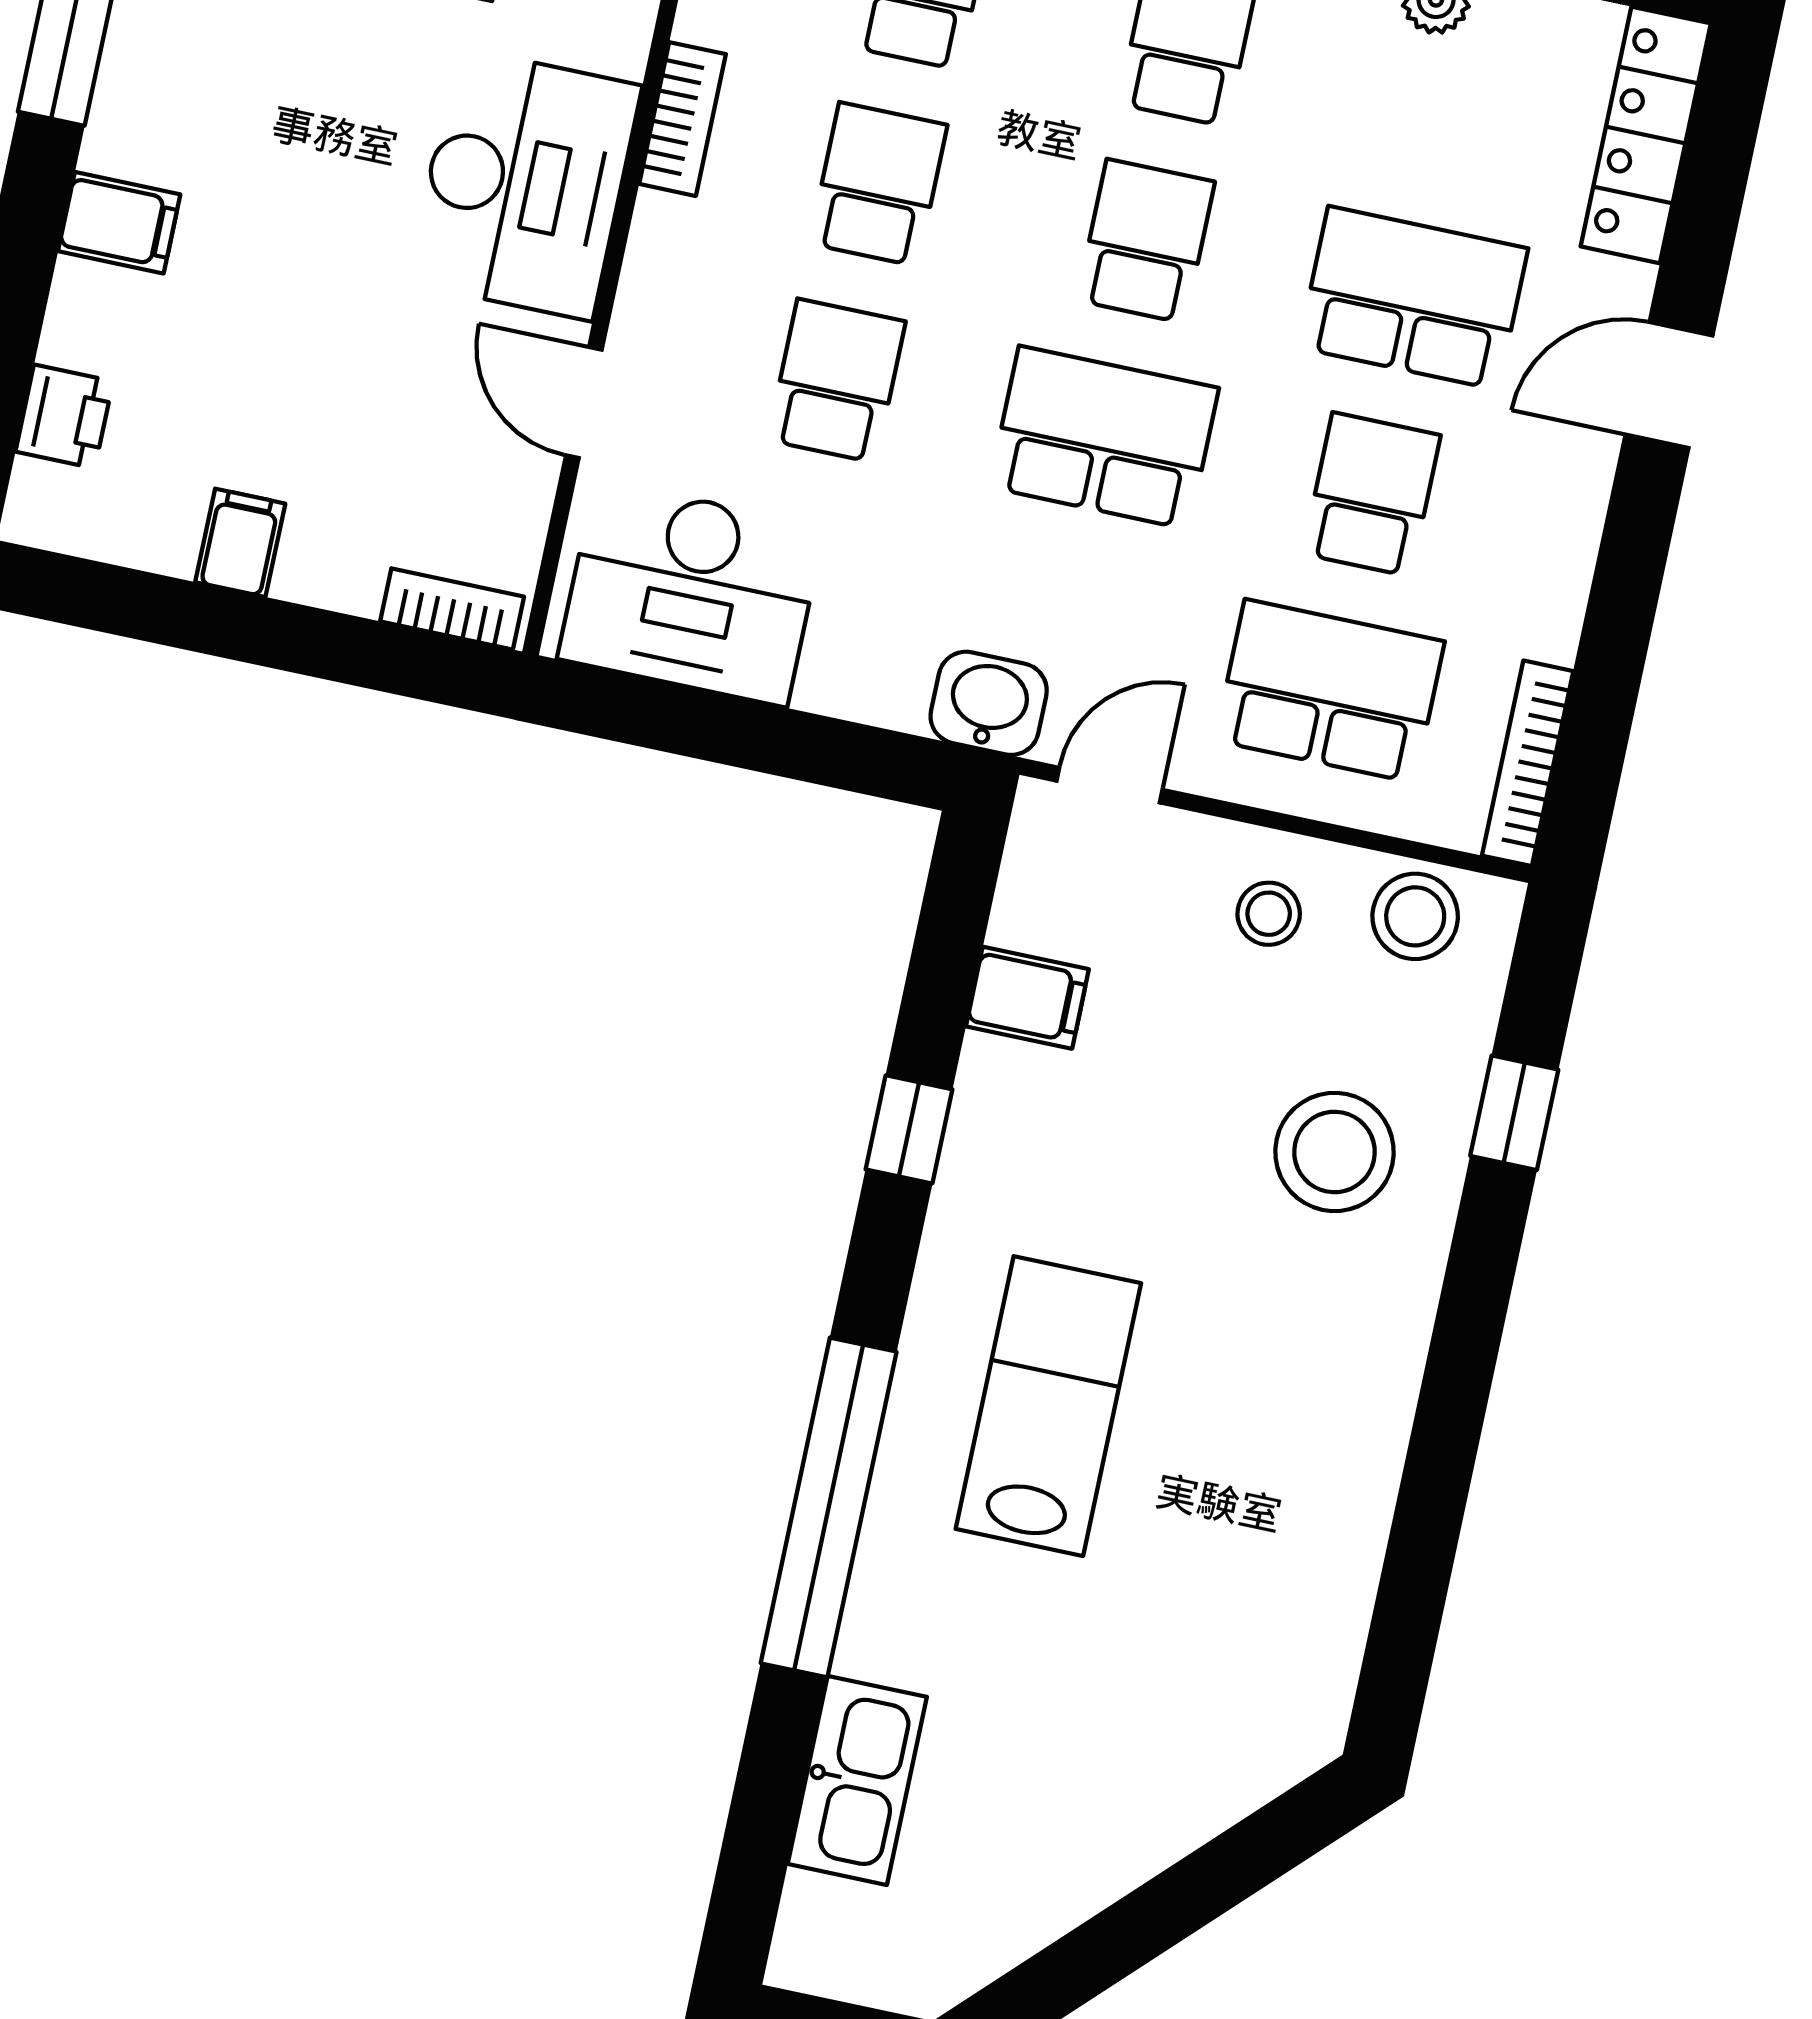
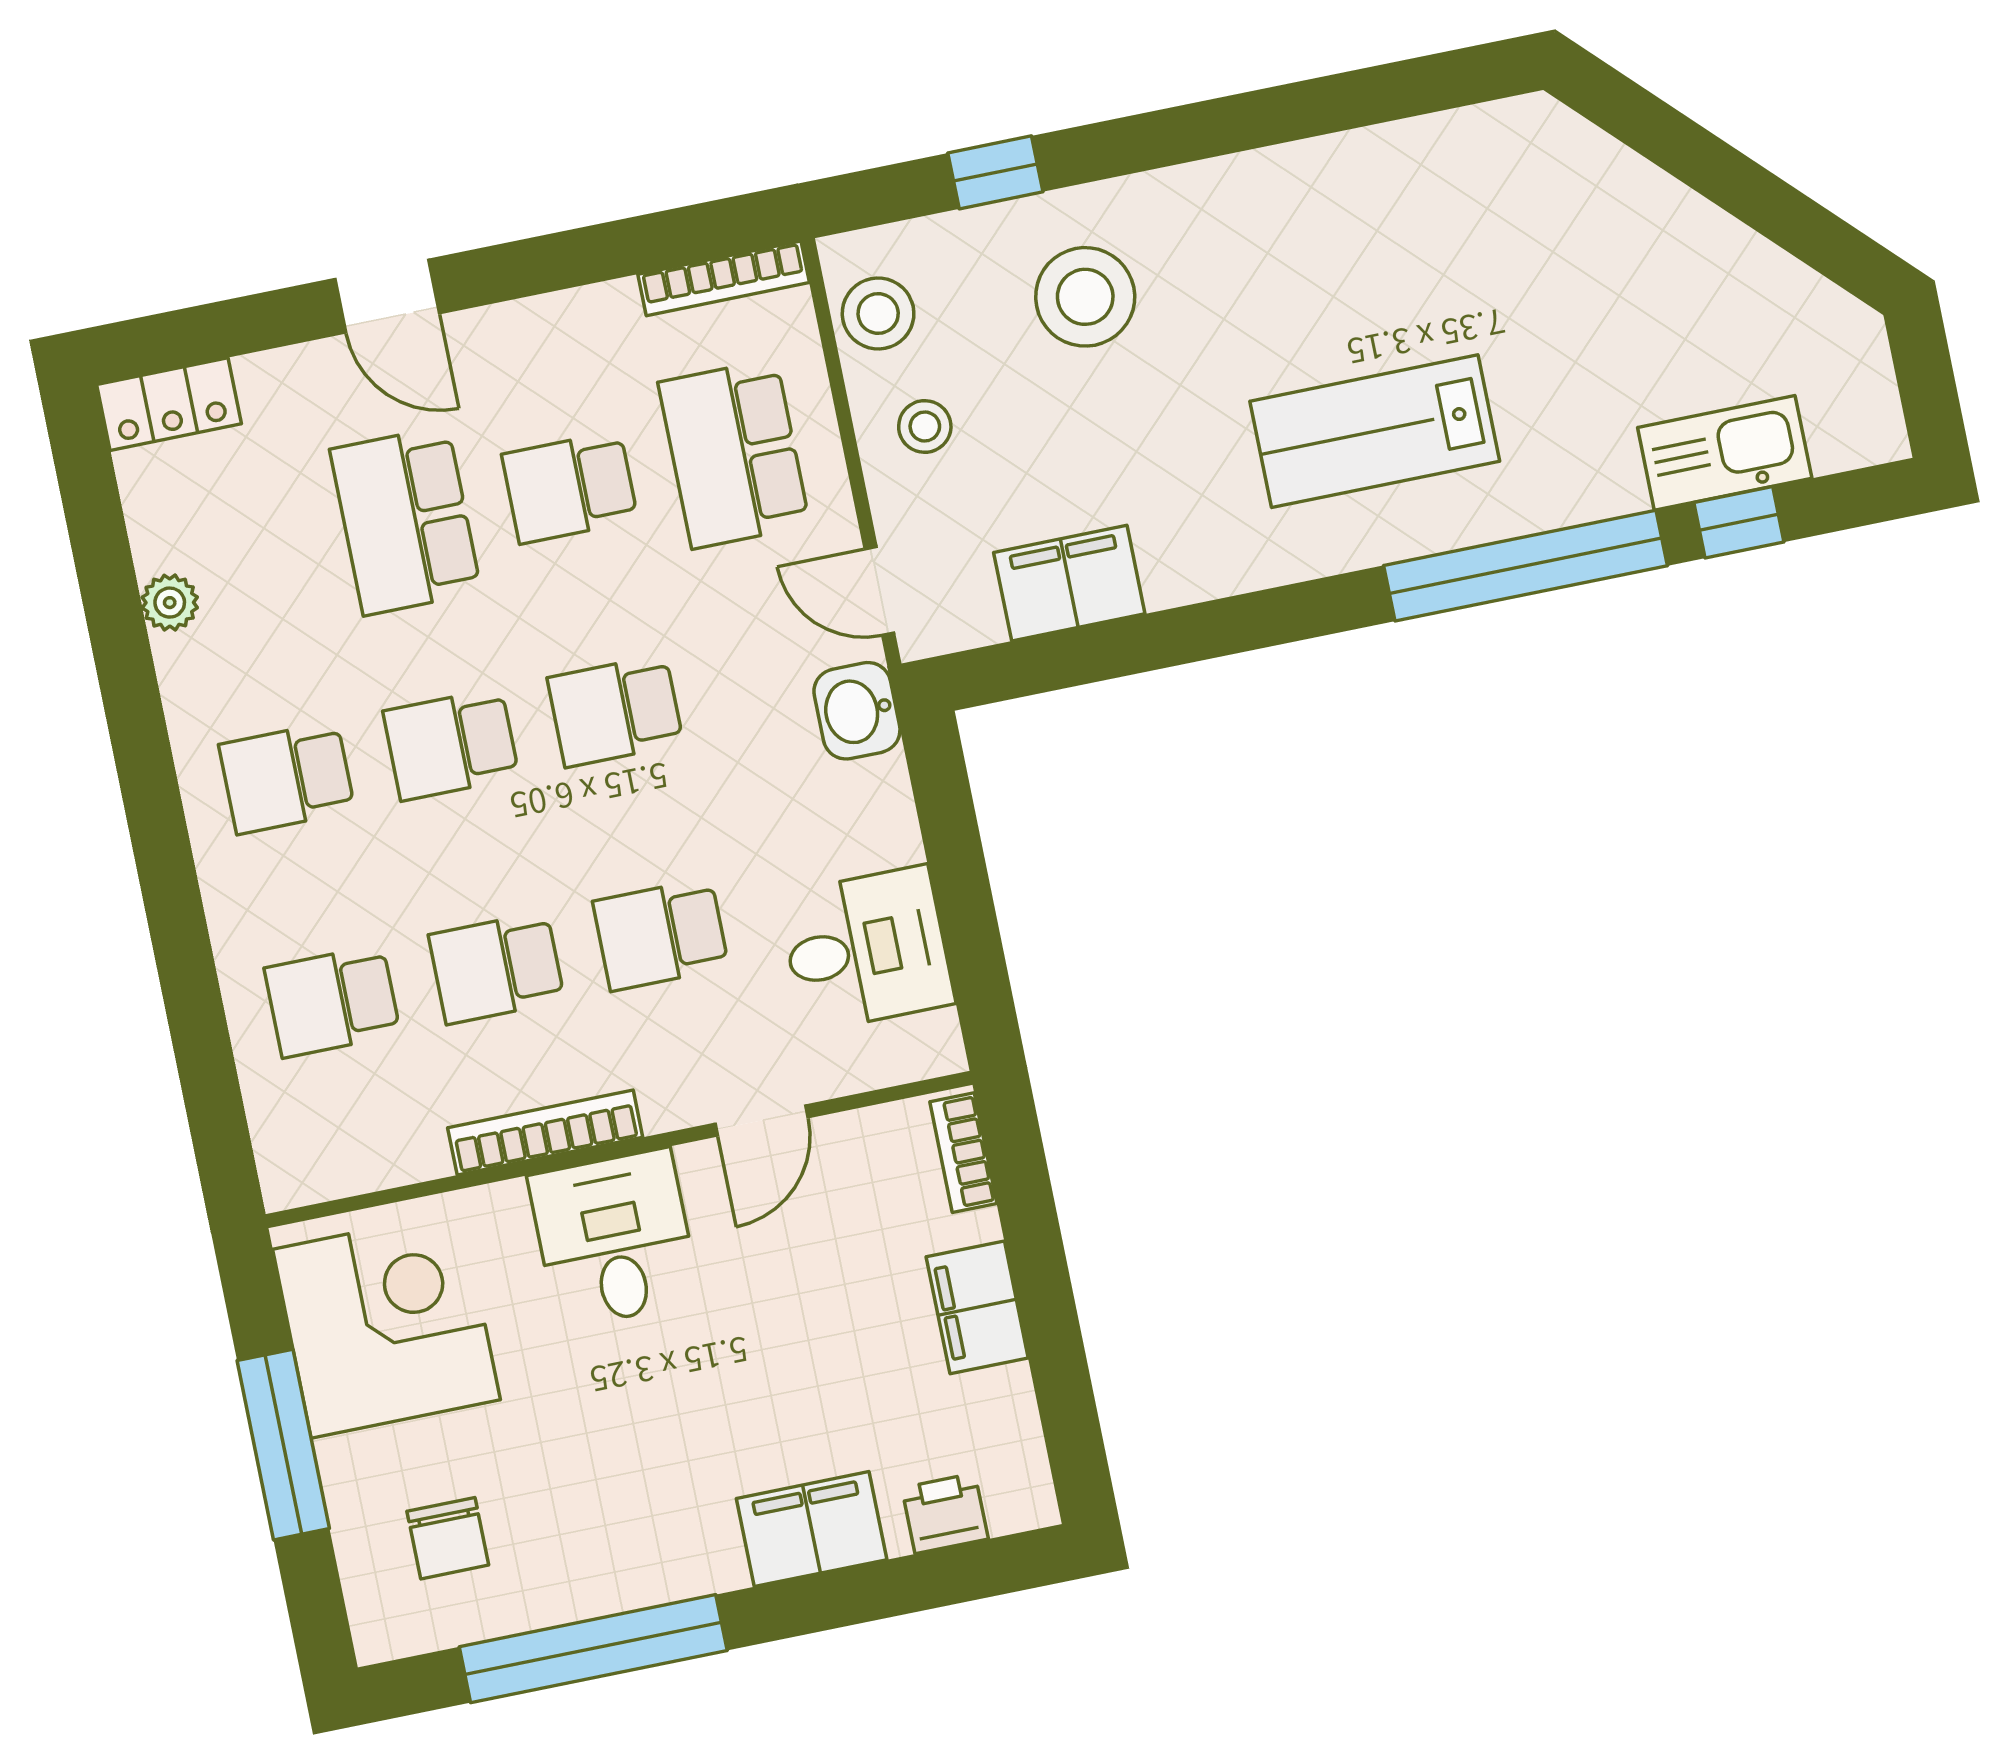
bookcase: (683, 119) -> (545, 1133), width x1.56
locker: (1646, 135) -> (169, 404), width x0.66
desk: (525, 184) -> (614, 1239), width x0.73
filing cabinet: (119, 223) -> (812, 1529), width x2.00
school desk: (1104, 438) -> (615, 711), width x0.54
filing cabinet: (240, 543) -> (977, 1307), width x2.00
desk: (691, 593) -> (866, 949), width x0.73
filing cabinet: (1027, 998) -> (1069, 583), width x2.00
window: (909, 1129) -> (1739, 522), moved

